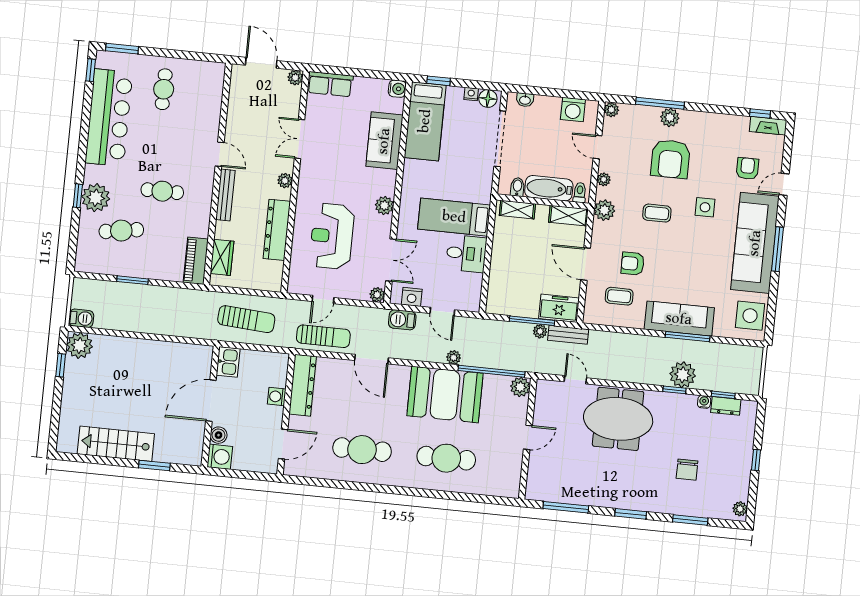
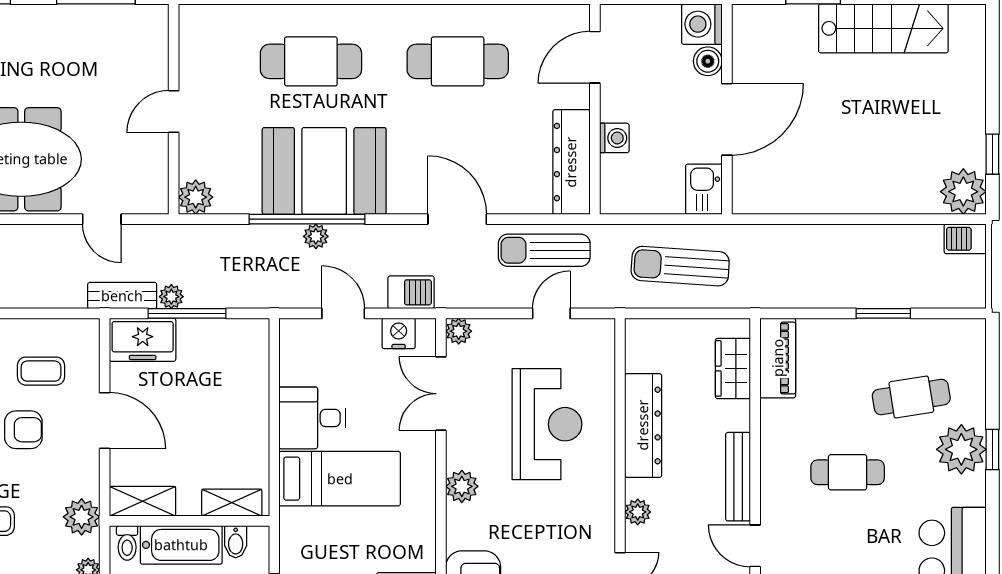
window: (492, 371) -> (307, 219), moved

